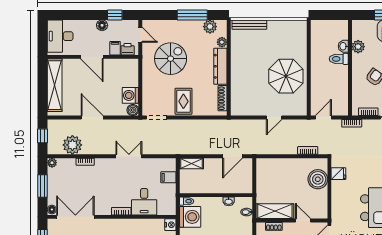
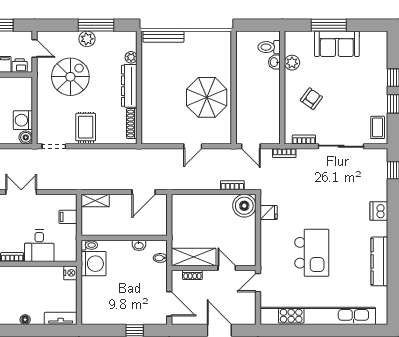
plant: (210, 27) -> (87, 39), moved
toilet: (339, 59) -> (269, 47), moved
door: (323, 117) -> (251, 146), swing flipped
boiler: (318, 179) -> (244, 206), moved

